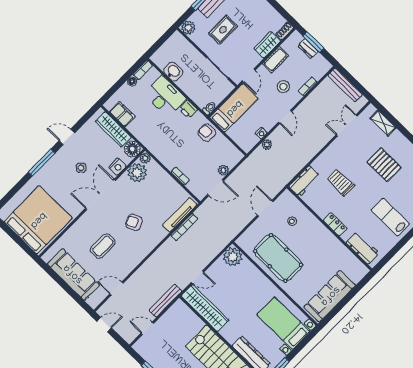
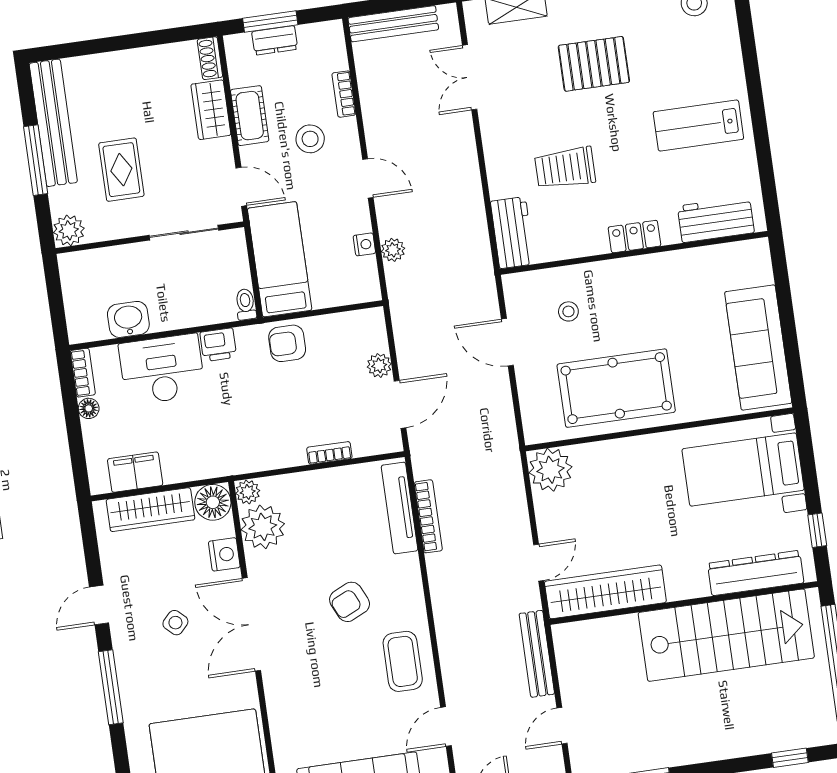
coffee table: (103, 246) -> (403, 661), moved

